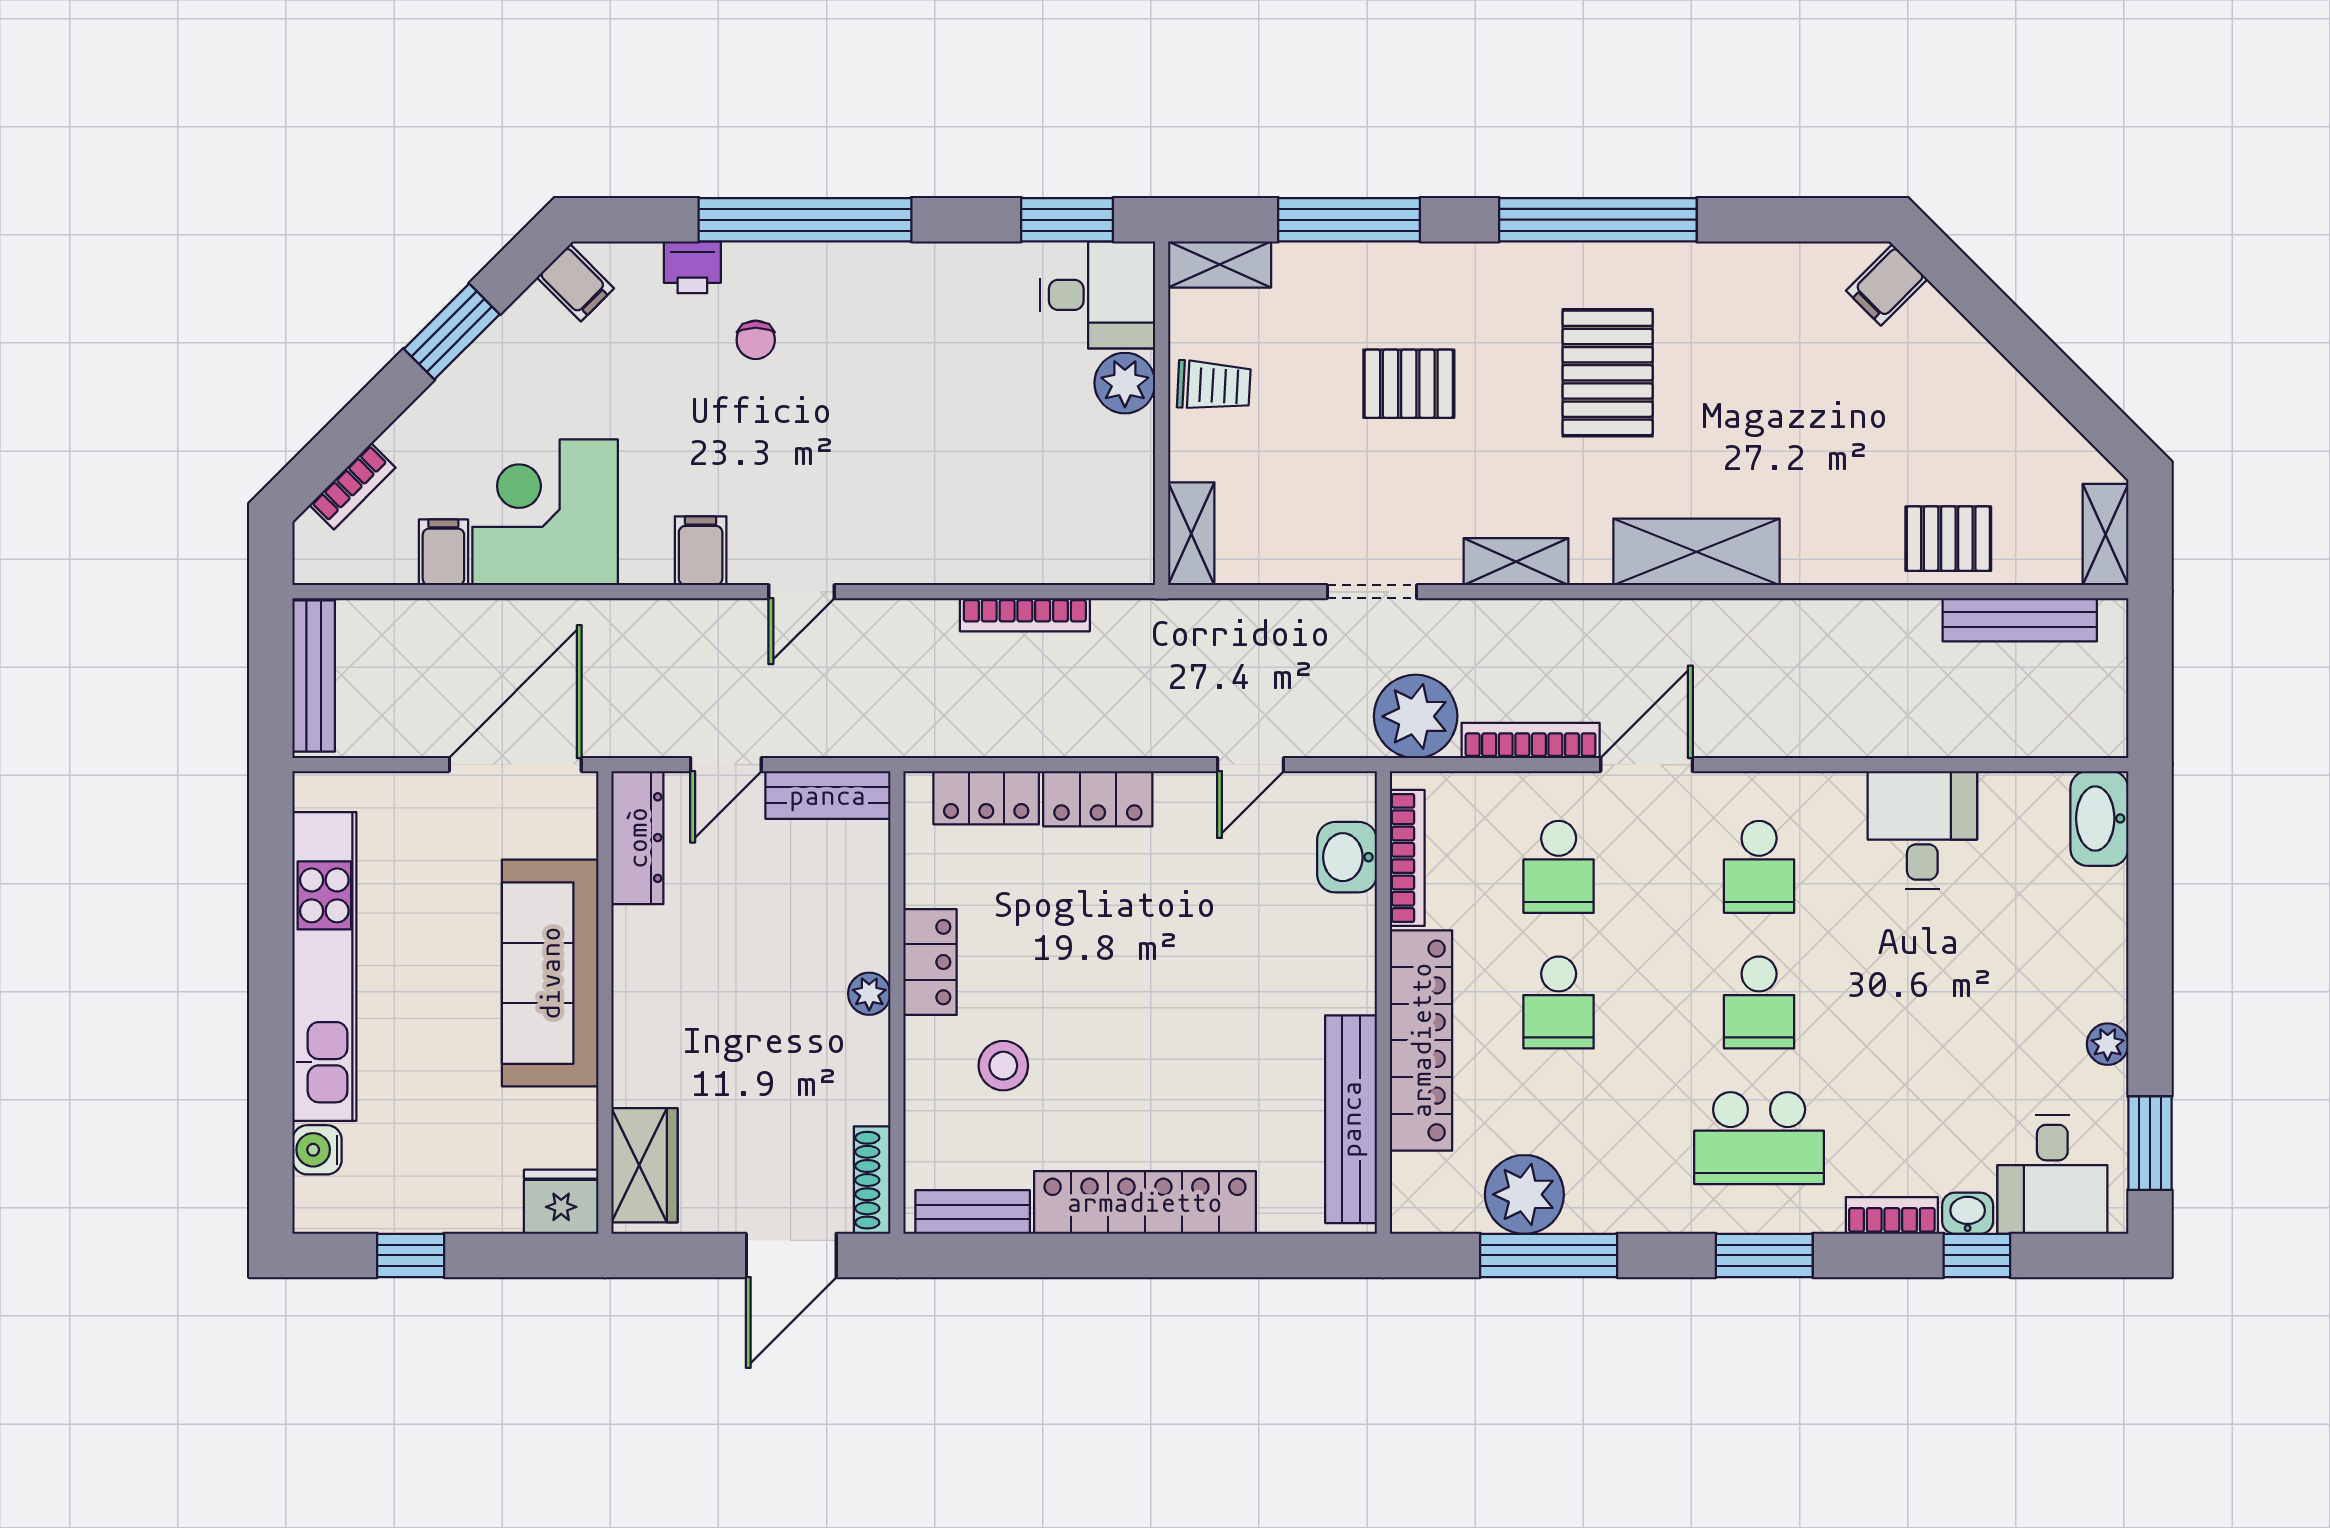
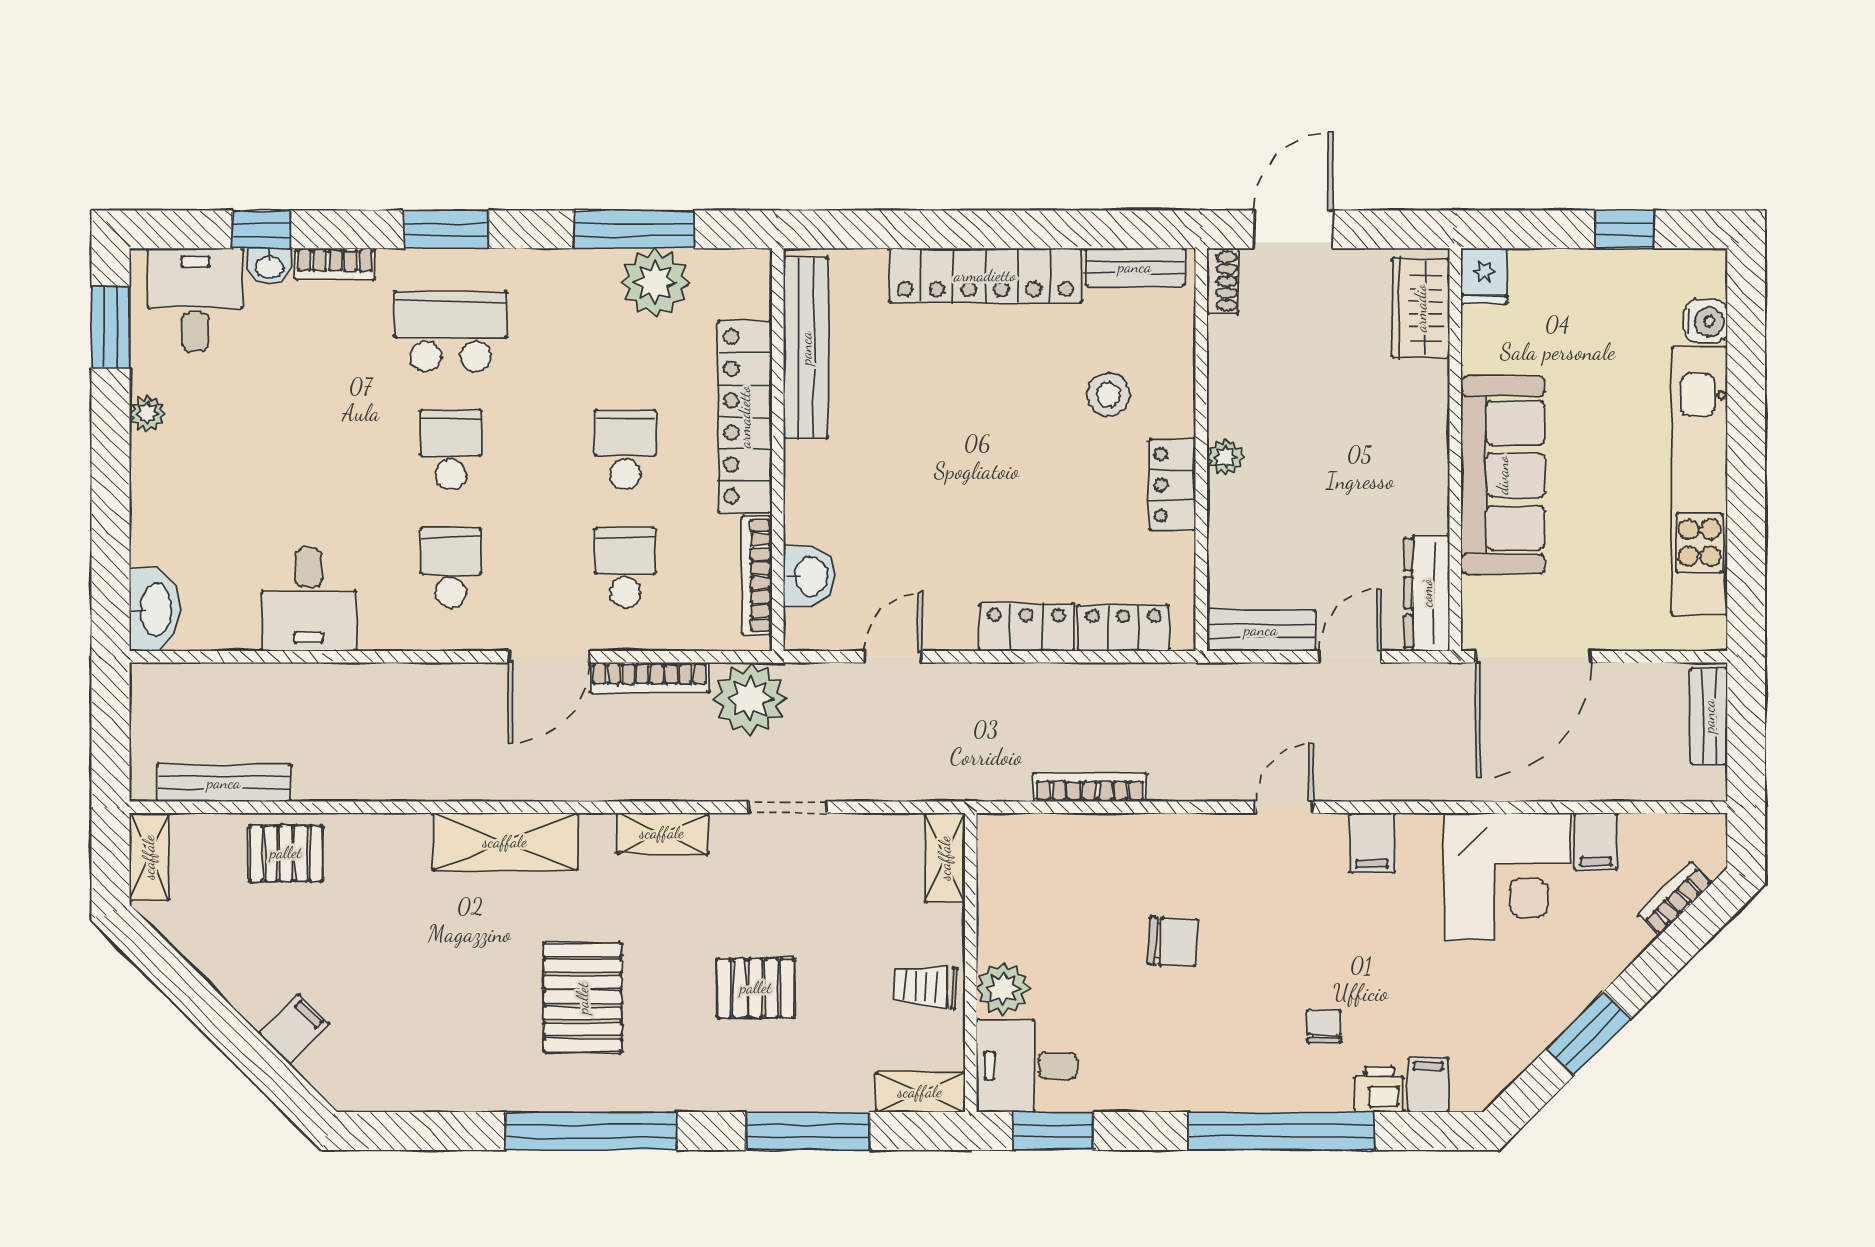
filing cabinet: (575, 283) -> (1428, 1085), moved, turned 45
filing cabinet: (1887, 285) -> (294, 1029), moved
chair: (930, 437) -> (1173, 942), added
bench: (314, 676) -> (1709, 716), width x0.73
shoe rack: (872, 1180) -> (1223, 281), width x0.70
fridge: (561, 1202) -> (1484, 276), width x0.72

